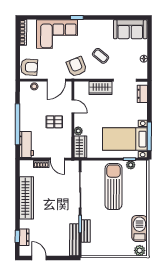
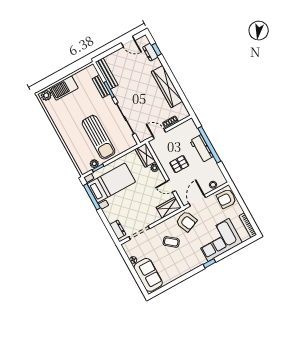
sofa: (130, 29) -> (148, 275), moved, turned 90
wardrobe: (100, 88) -> (169, 208), moved
workbench: (26, 144) -> (201, 149), moved
barbecue: (139, 228) -> (64, 88), moved, turned 90

